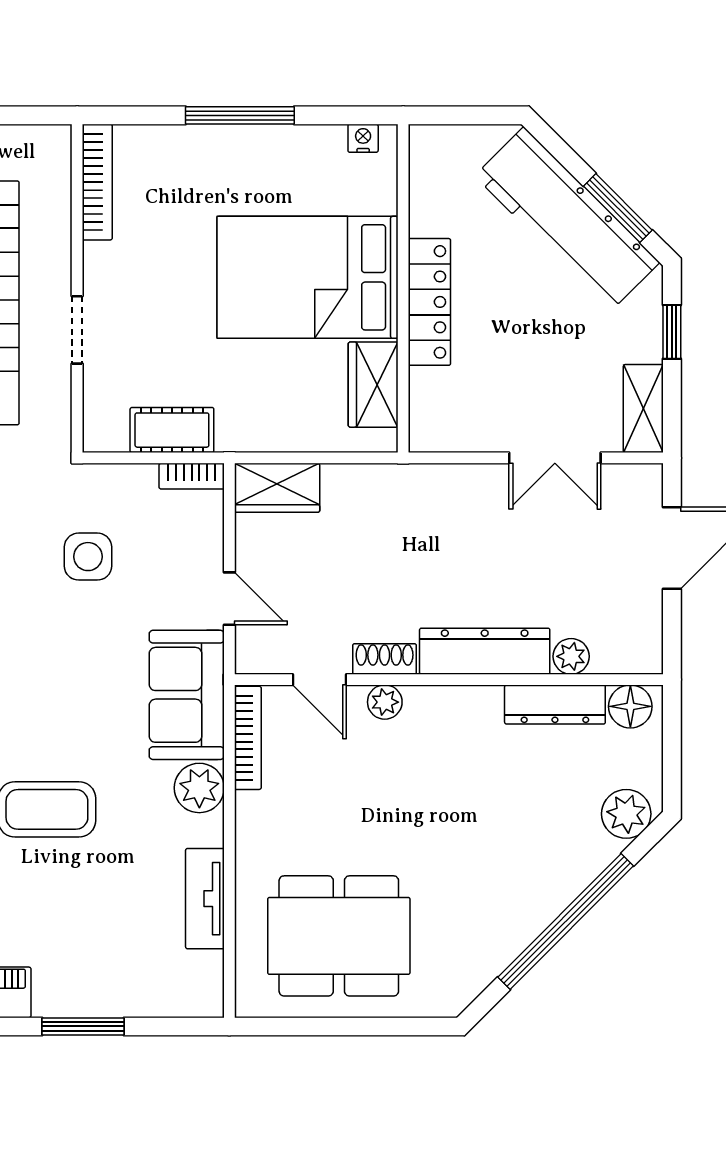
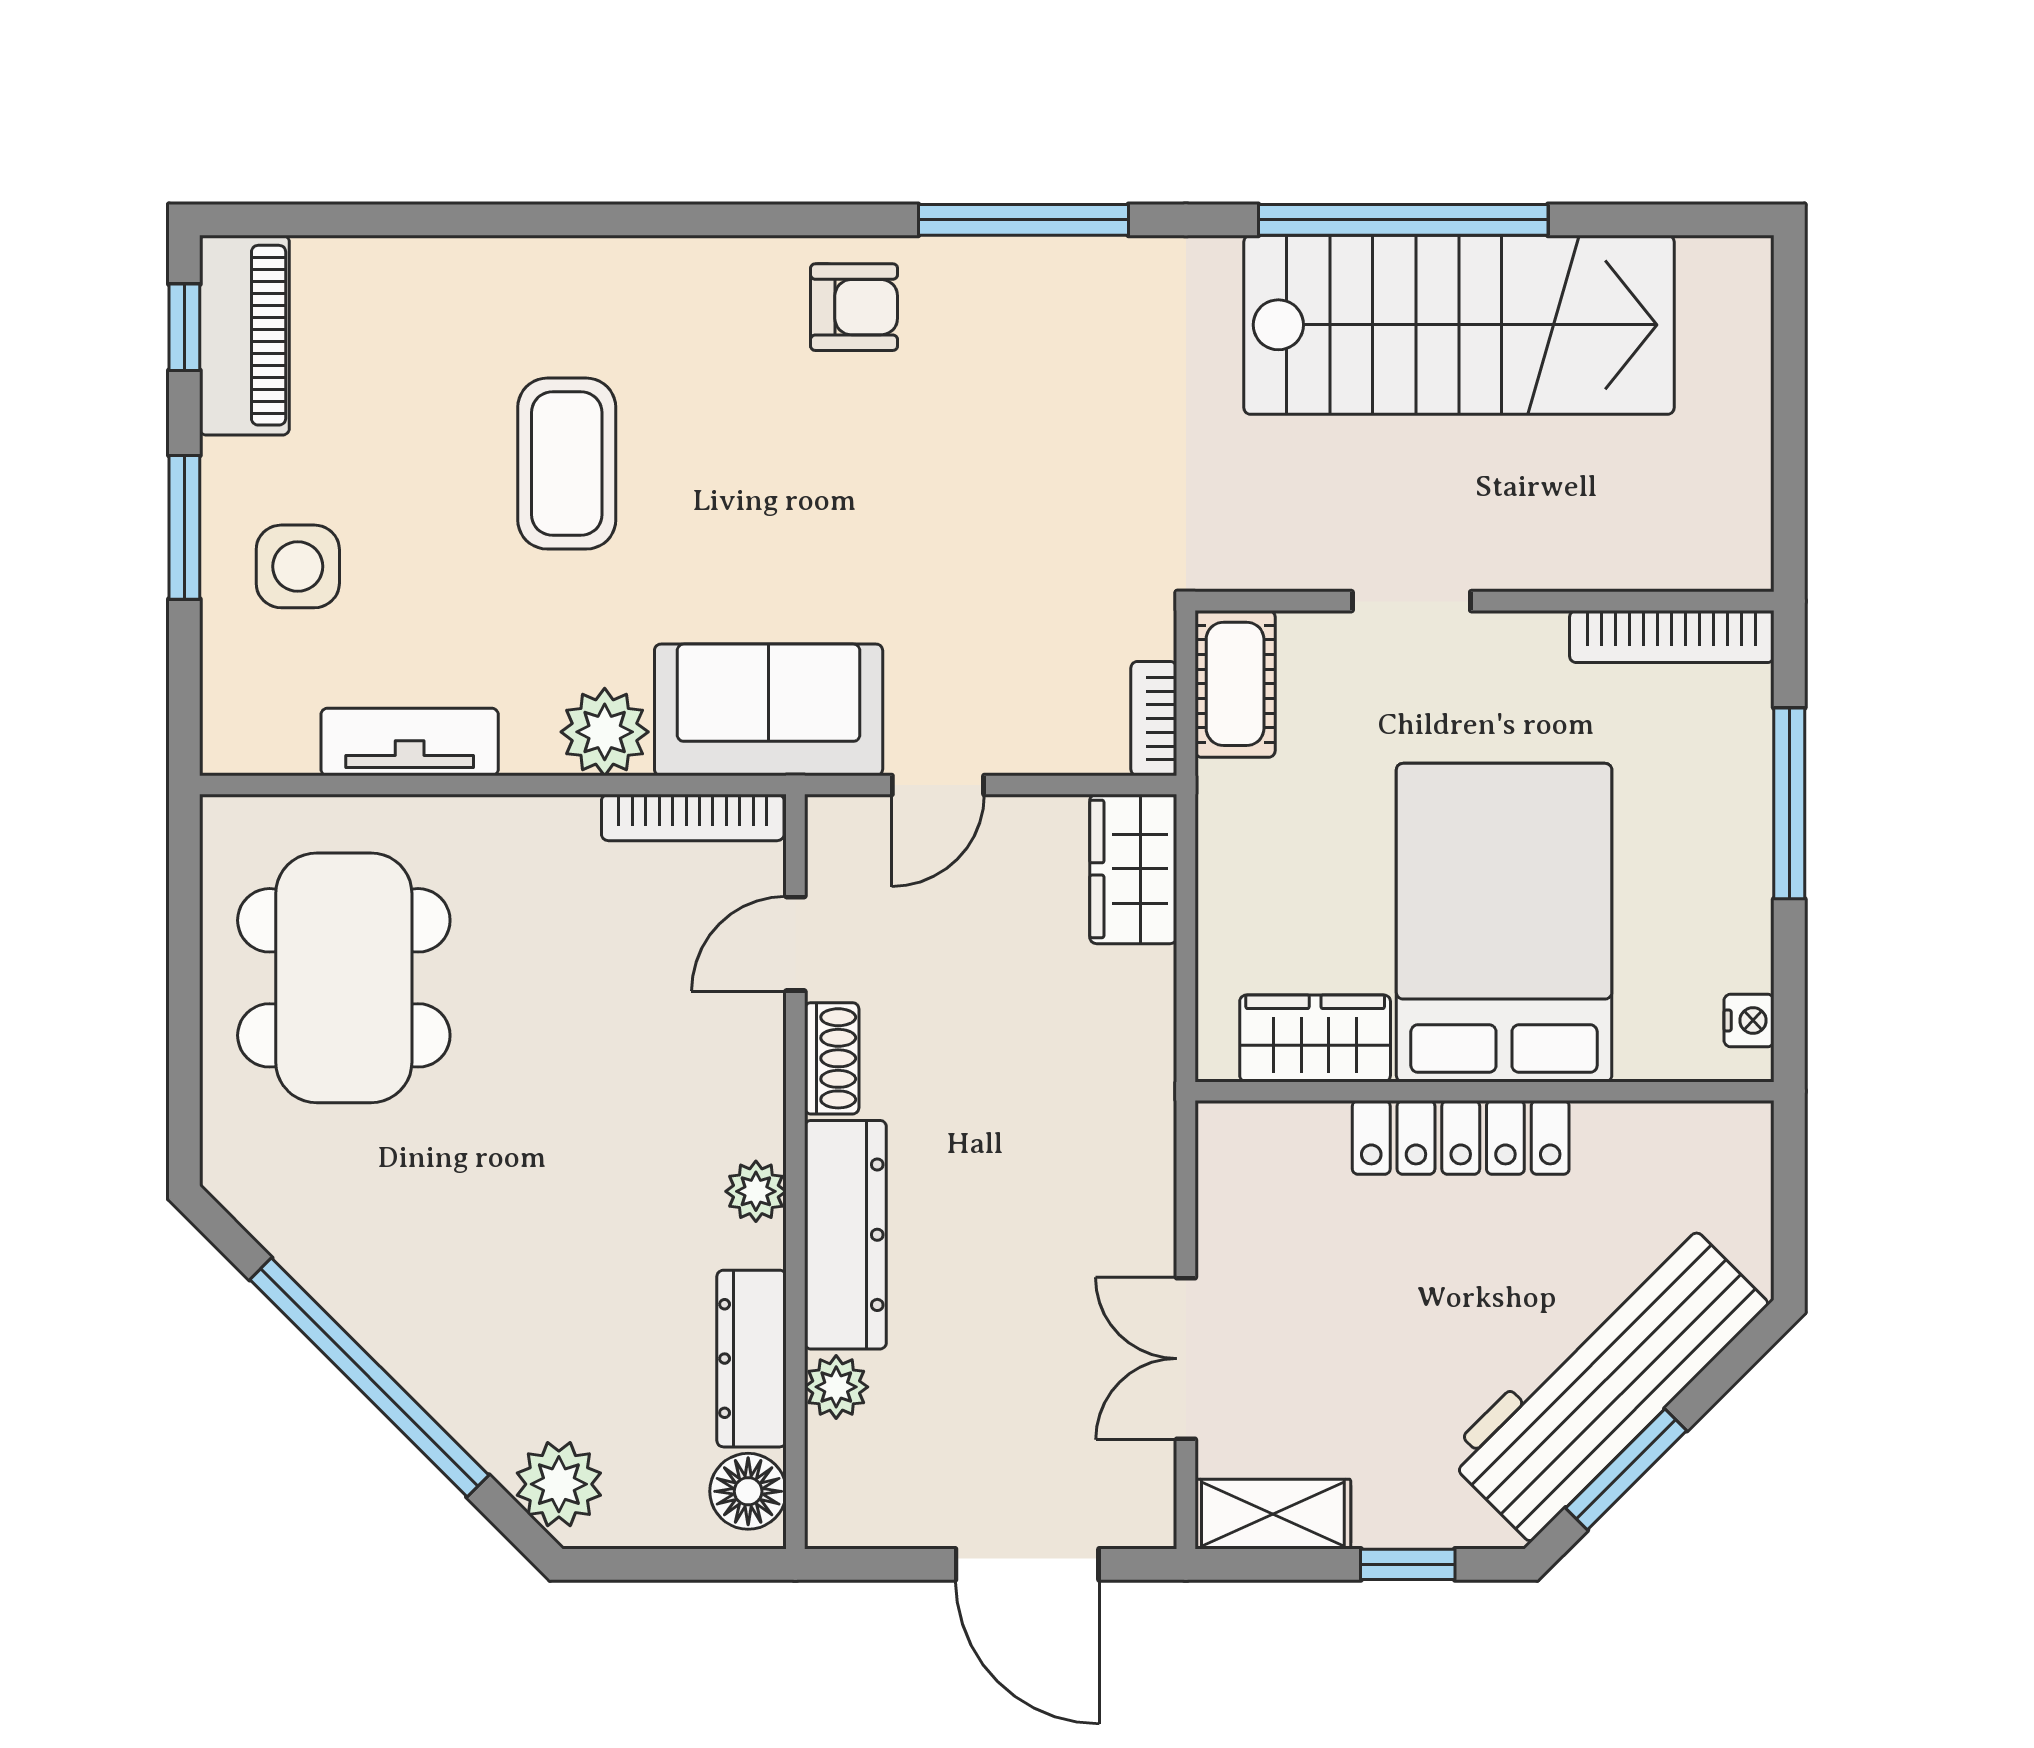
bookcase: (97, 182) -> (1672, 637), moved
wall: (77, 288) -> (1485, 601), moved
doorway: (77, 330) -> (1411, 601), moved
side table: (88, 557) -> (298, 566), moved
plant: (385, 702) -> (756, 1191), moved

